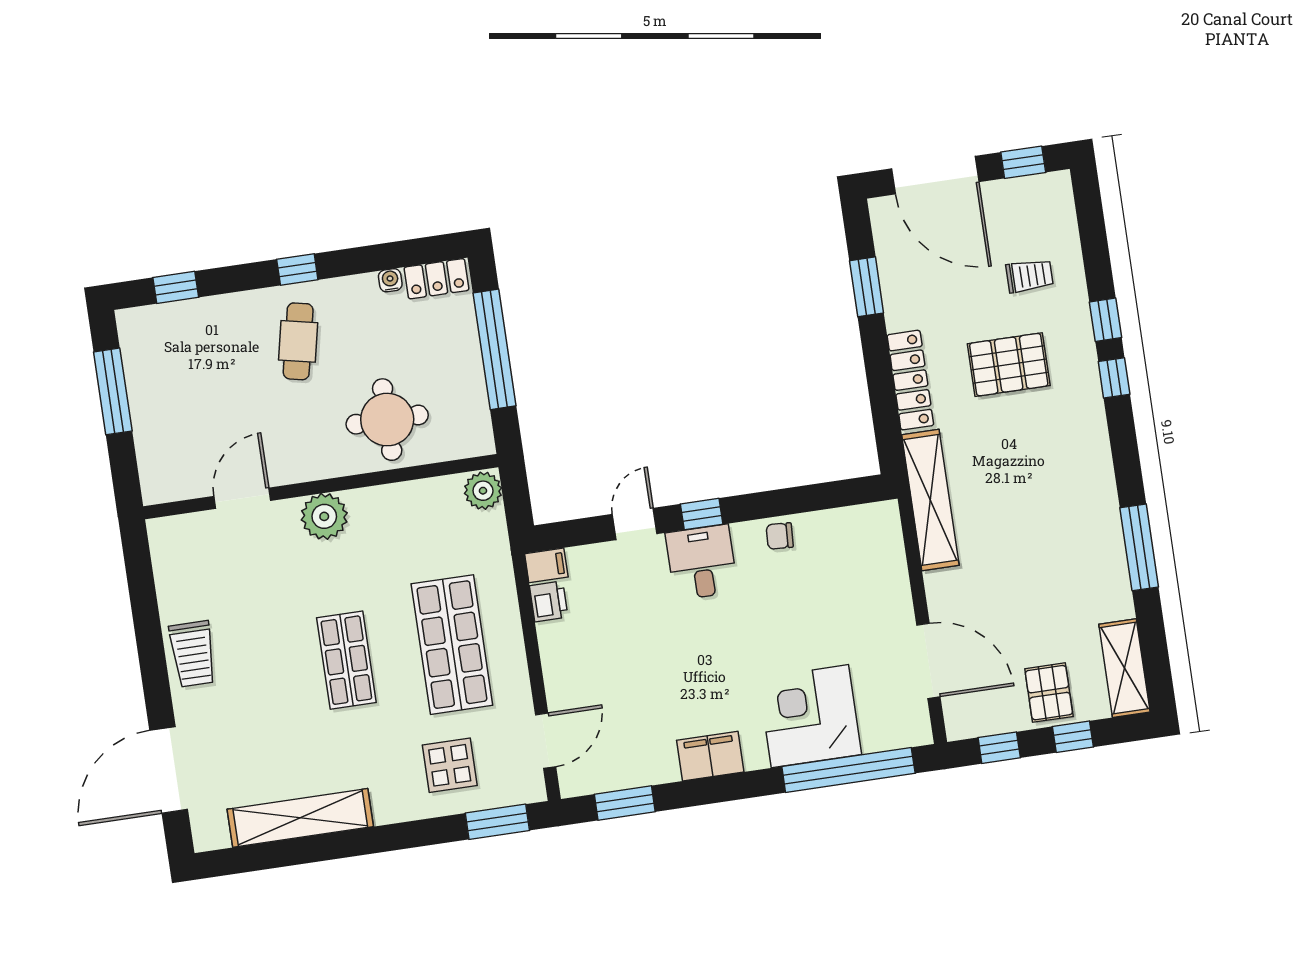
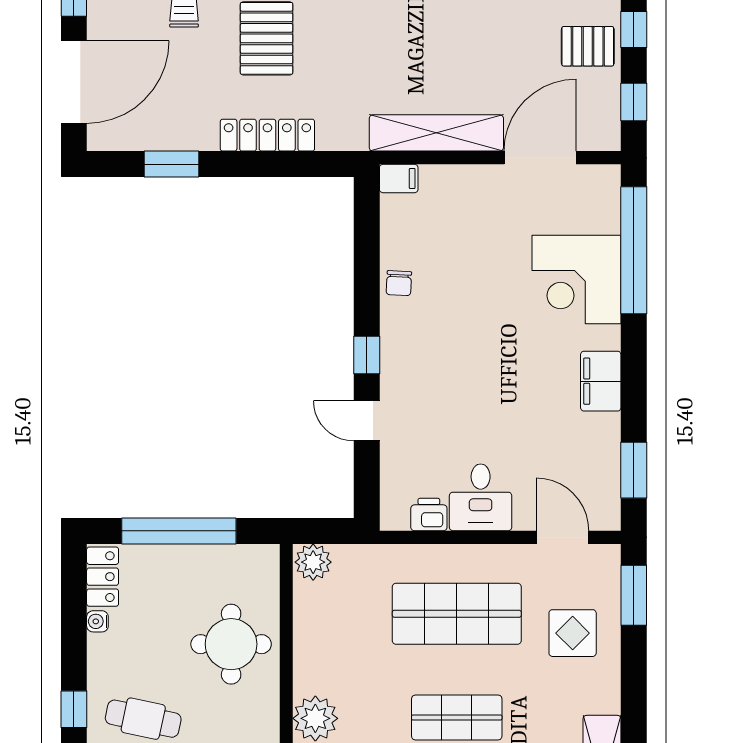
shelving: (930, 500) -> (436, 133), moved
desk: (702, 562) -> (481, 497), moved, turned -90
filing cabinet: (546, 565) -> (399, 178), moved, turned 90

